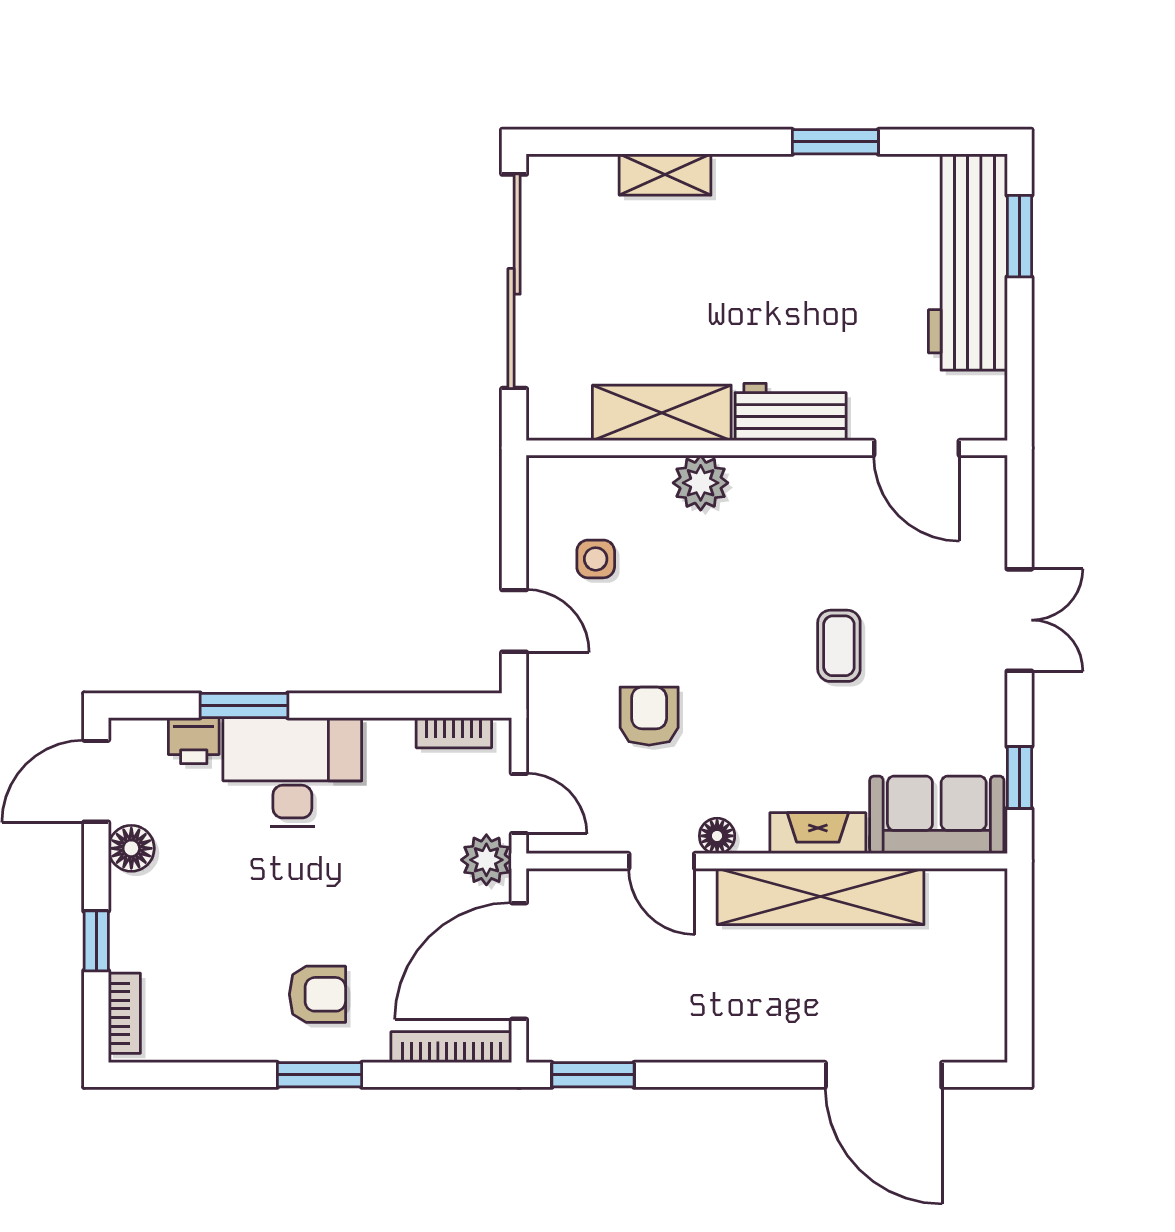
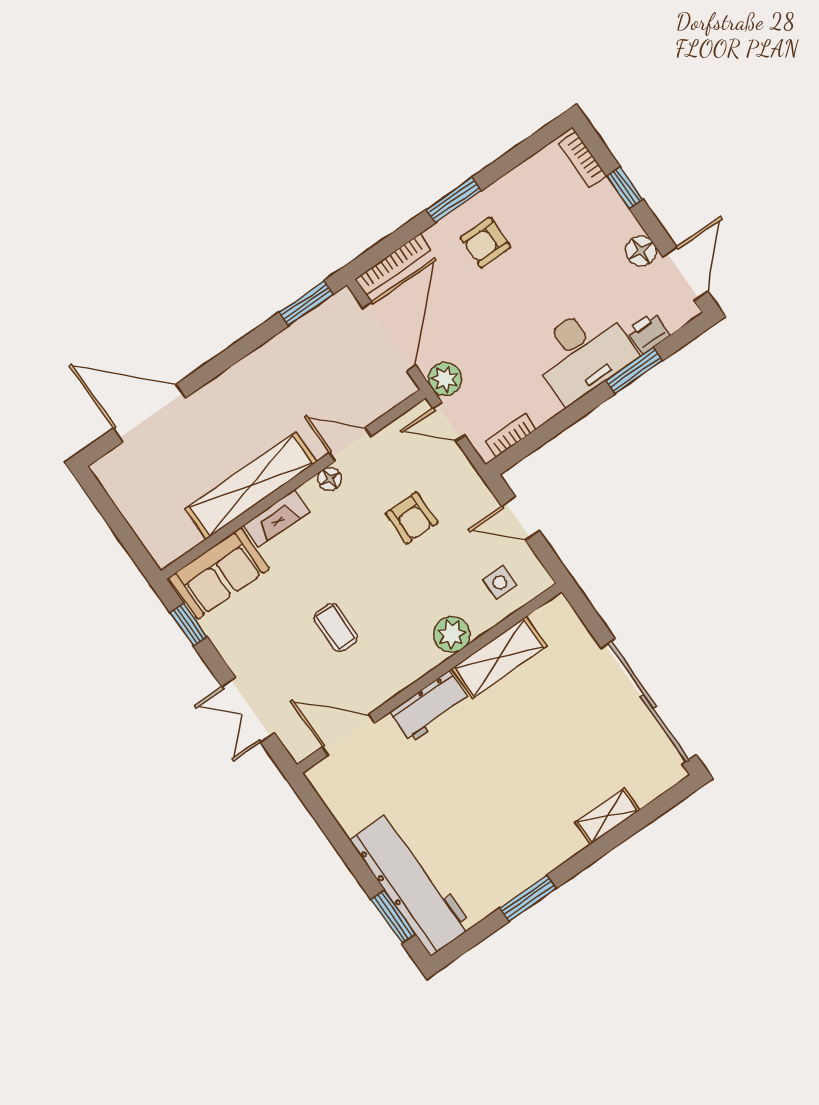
workbench: (791, 412) -> (430, 707), moved
shelving: (662, 413) -> (499, 658), moved
wall: (767, 448) -> (429, 678), moved
door: (917, 448) -> (348, 735), moved
plant: (701, 483) -> (452, 634), moved

